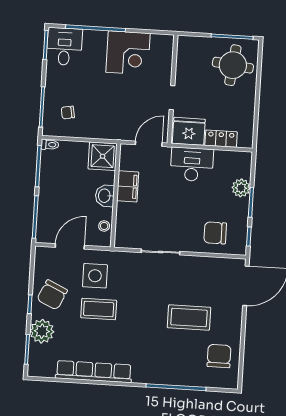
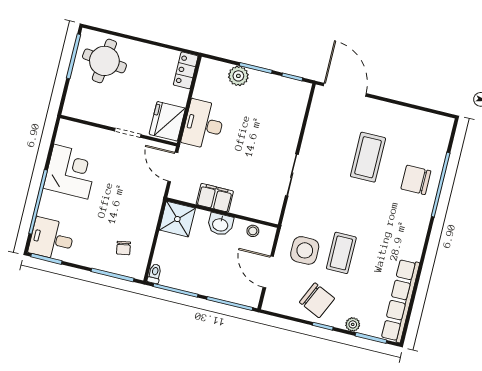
locker: (221, 139) -> (186, 70), moved
chair: (215, 233) -> (282, 113), removed
plant: (42, 331) -> (353, 324), width x0.53, depth x0.53
chair: (219, 356) -> (416, 180), moved
row of seats: (94, 372) -> (400, 301), moved

